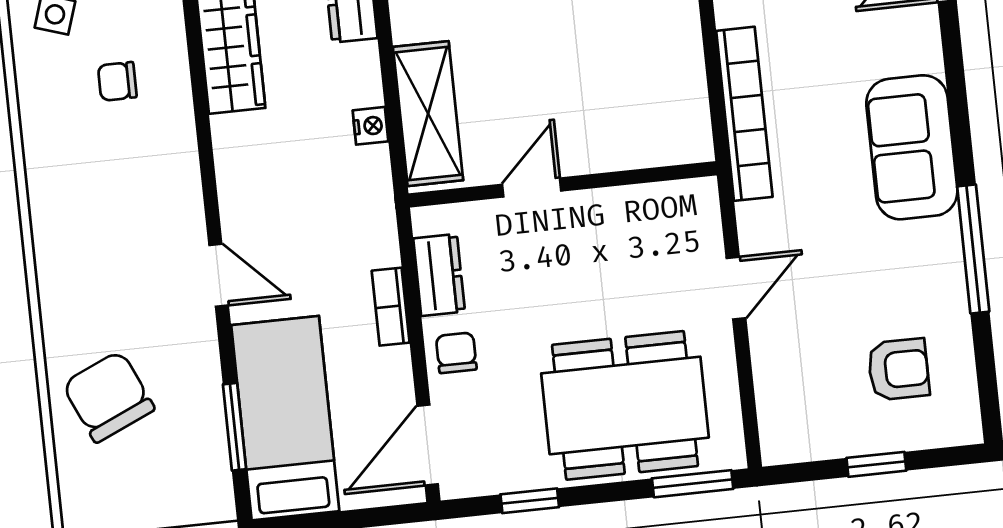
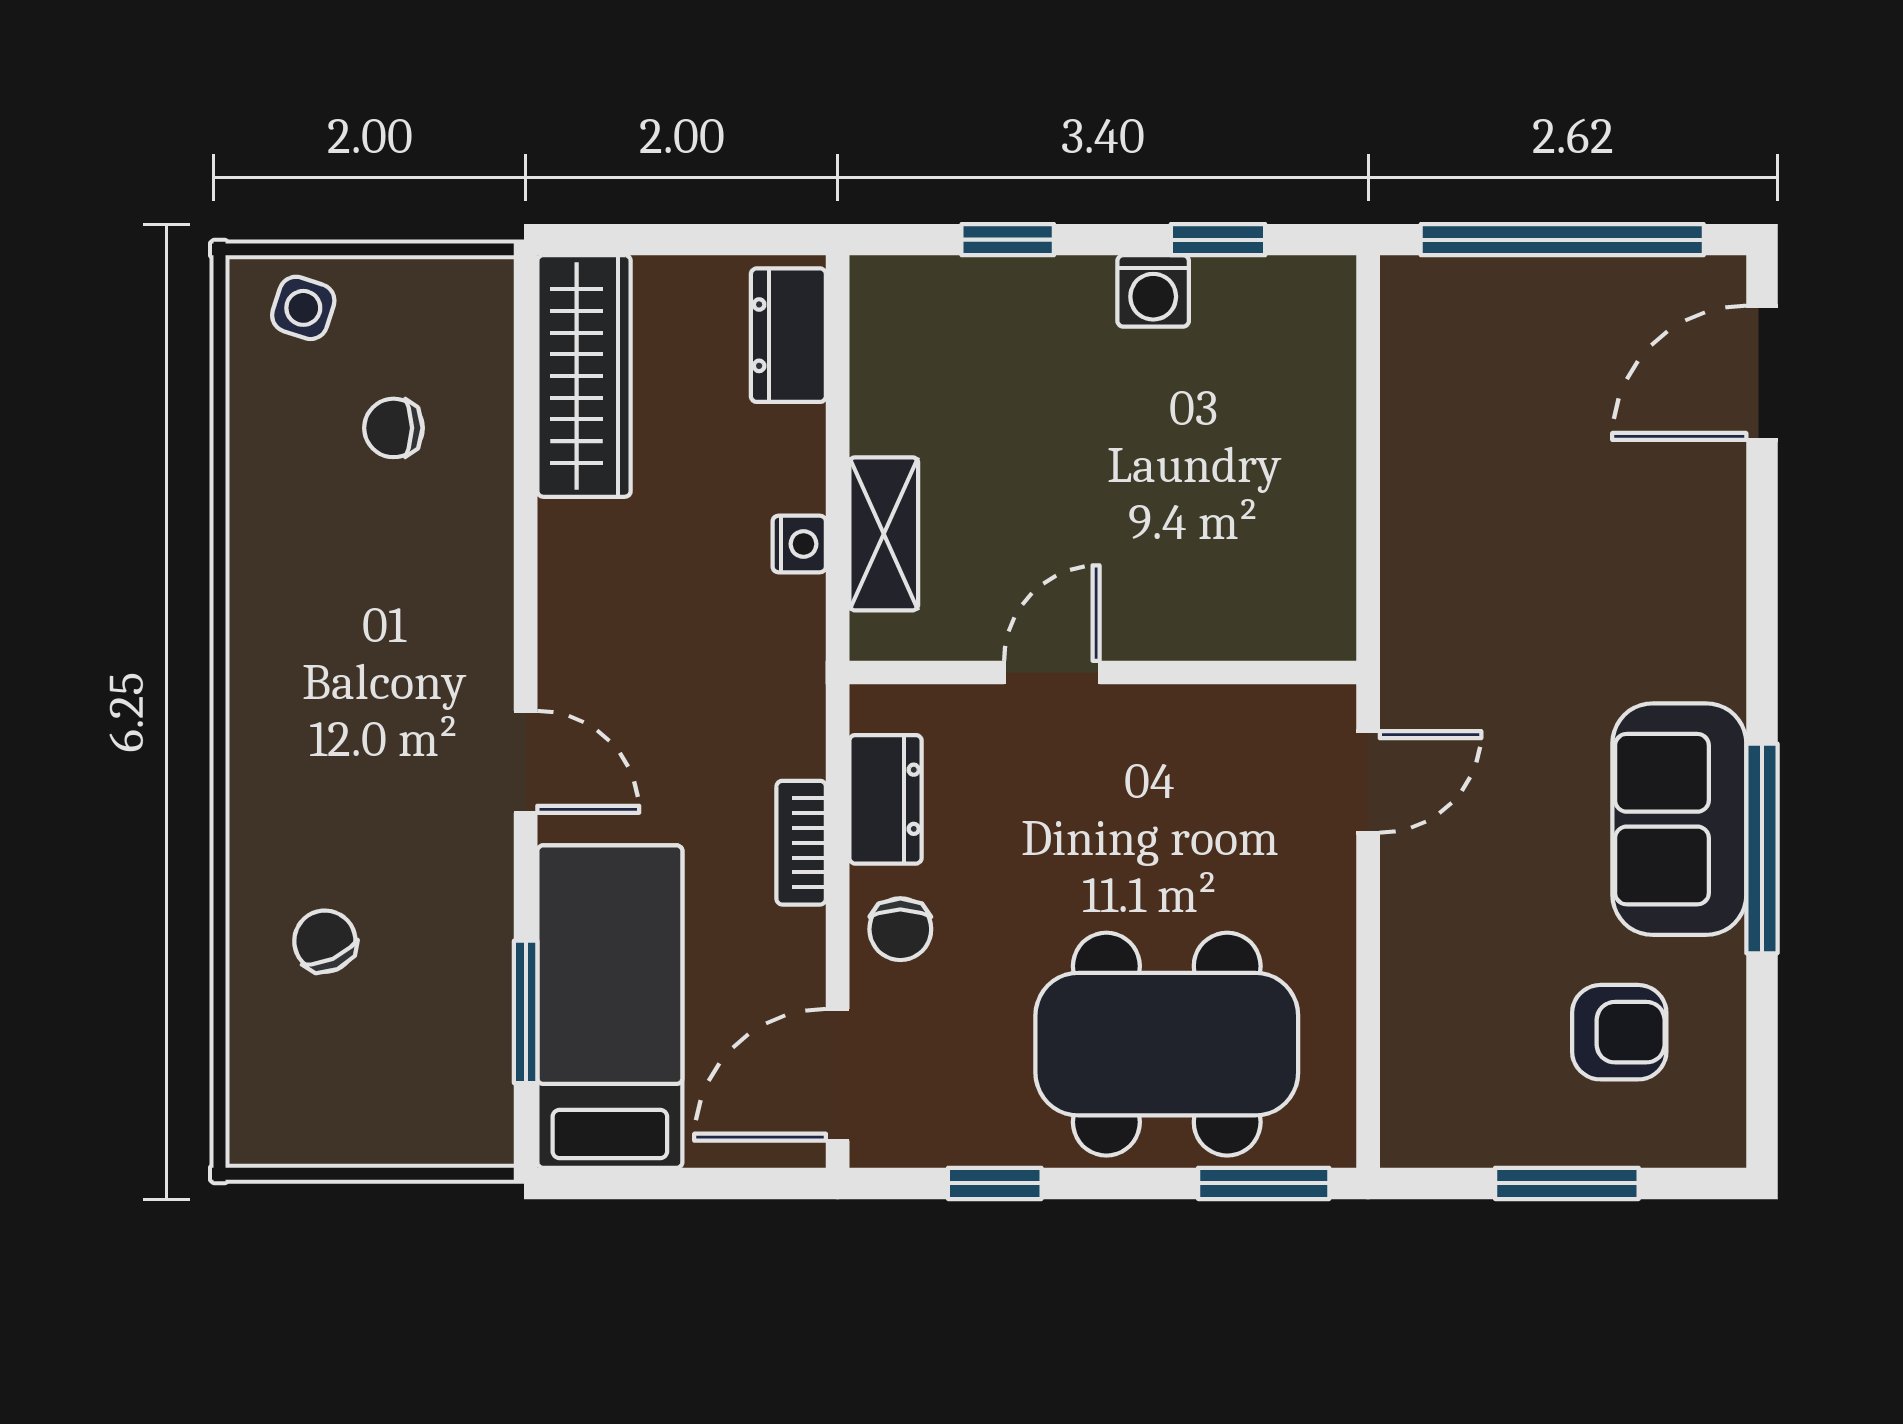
shelving: (428, 114) -> (884, 534), width x0.67, depth x0.75
bookcase: (744, 114) -> (1412, 589), removed
sofa: (912, 147) -> (1679, 819), moved
door: (736, 288) -> (1368, 782), moved
chair: (456, 353) -> (900, 929), turned 180
chair: (108, 397) -> (325, 941), width x0.54, depth x0.54
window: (876, 464) -> (1567, 1183), width x1.50

